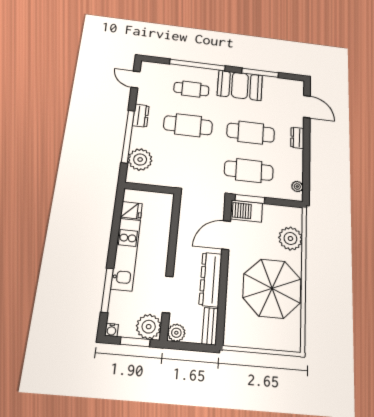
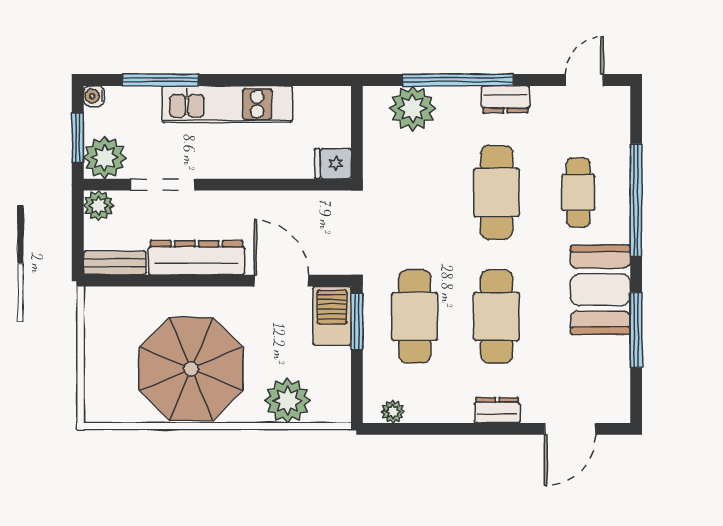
fridge: (131, 210) -> (333, 164), moved, turned 90

